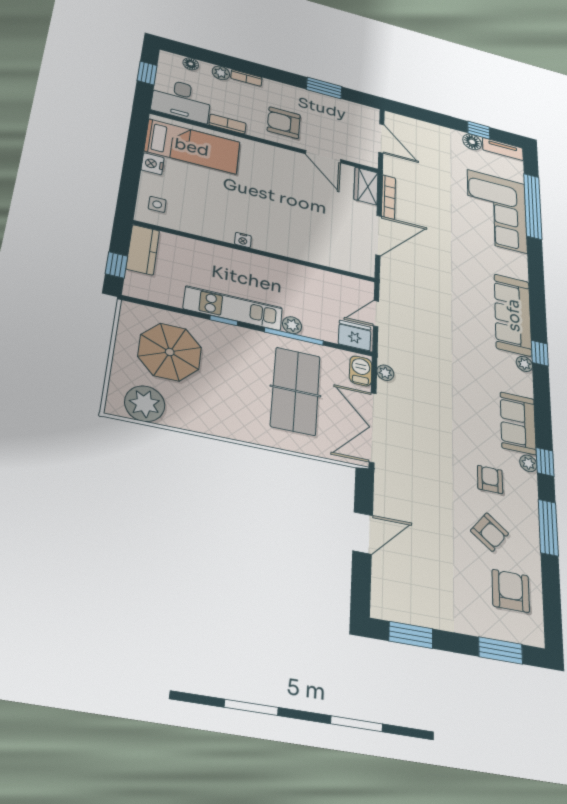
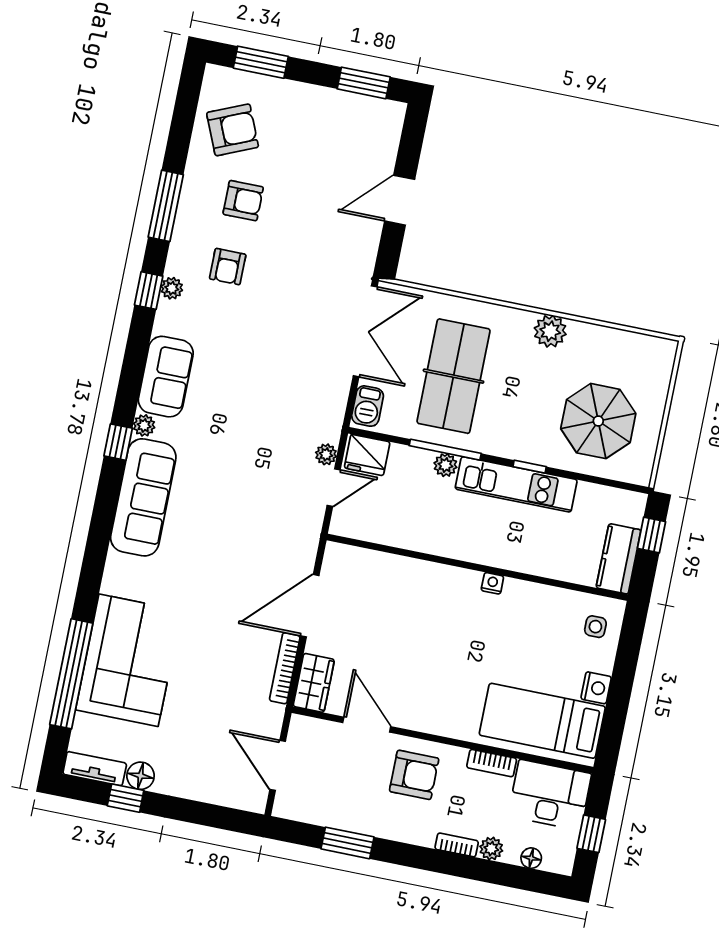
plant: (385, 373) -> (326, 454), moved
plant: (145, 404) -> (550, 331), moved, width x0.73, depth x0.73
sofa: (518, 423) -> (166, 377), moved
armchair: (490, 532) -> (243, 201), turned 142
armchair: (511, 591) -> (233, 130), turned -113

